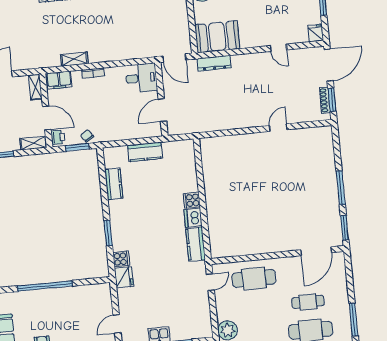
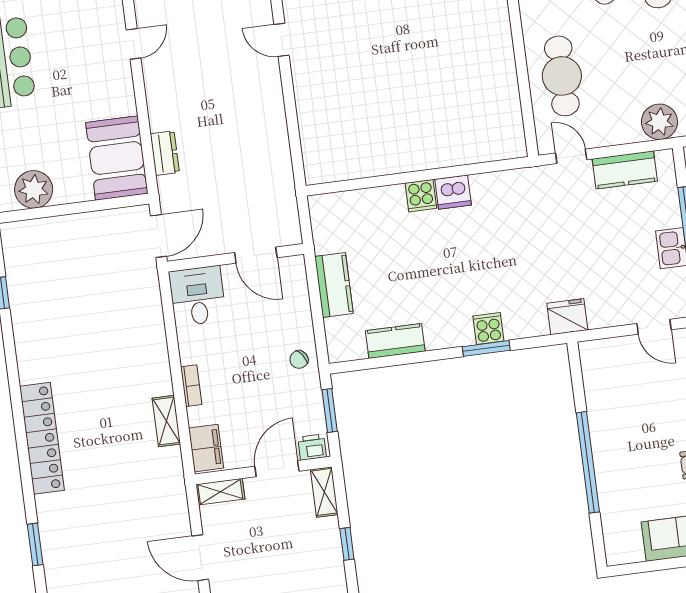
dresser: (214, 63) -> (165, 153), width x0.70
chair: (87, 136) -> (299, 359), moved
kitchen counter: (196, 244) -> (625, 170), moved
cooker: (121, 259) -> (488, 328), moved

